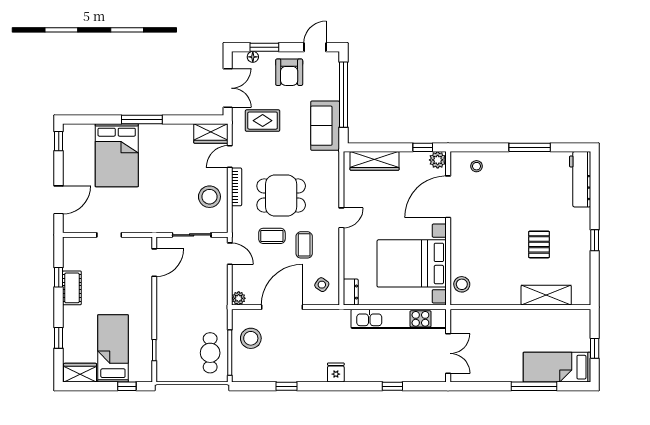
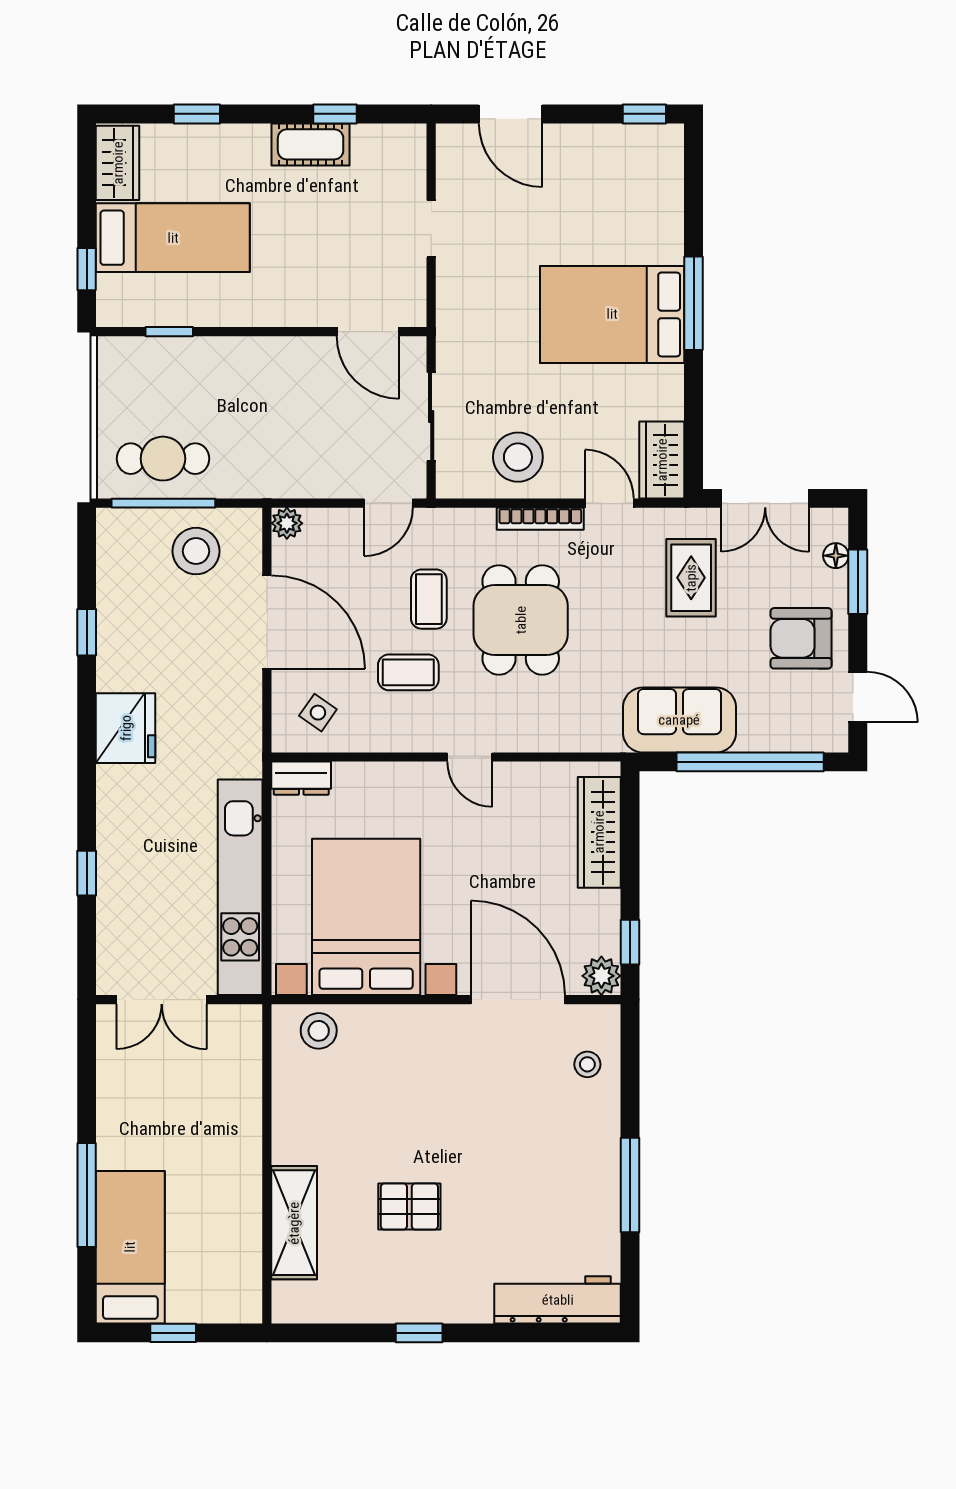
bed: (117, 155) -> (612, 314), moved
fridge: (336, 373) -> (126, 728), width x1.88, depth x1.34

